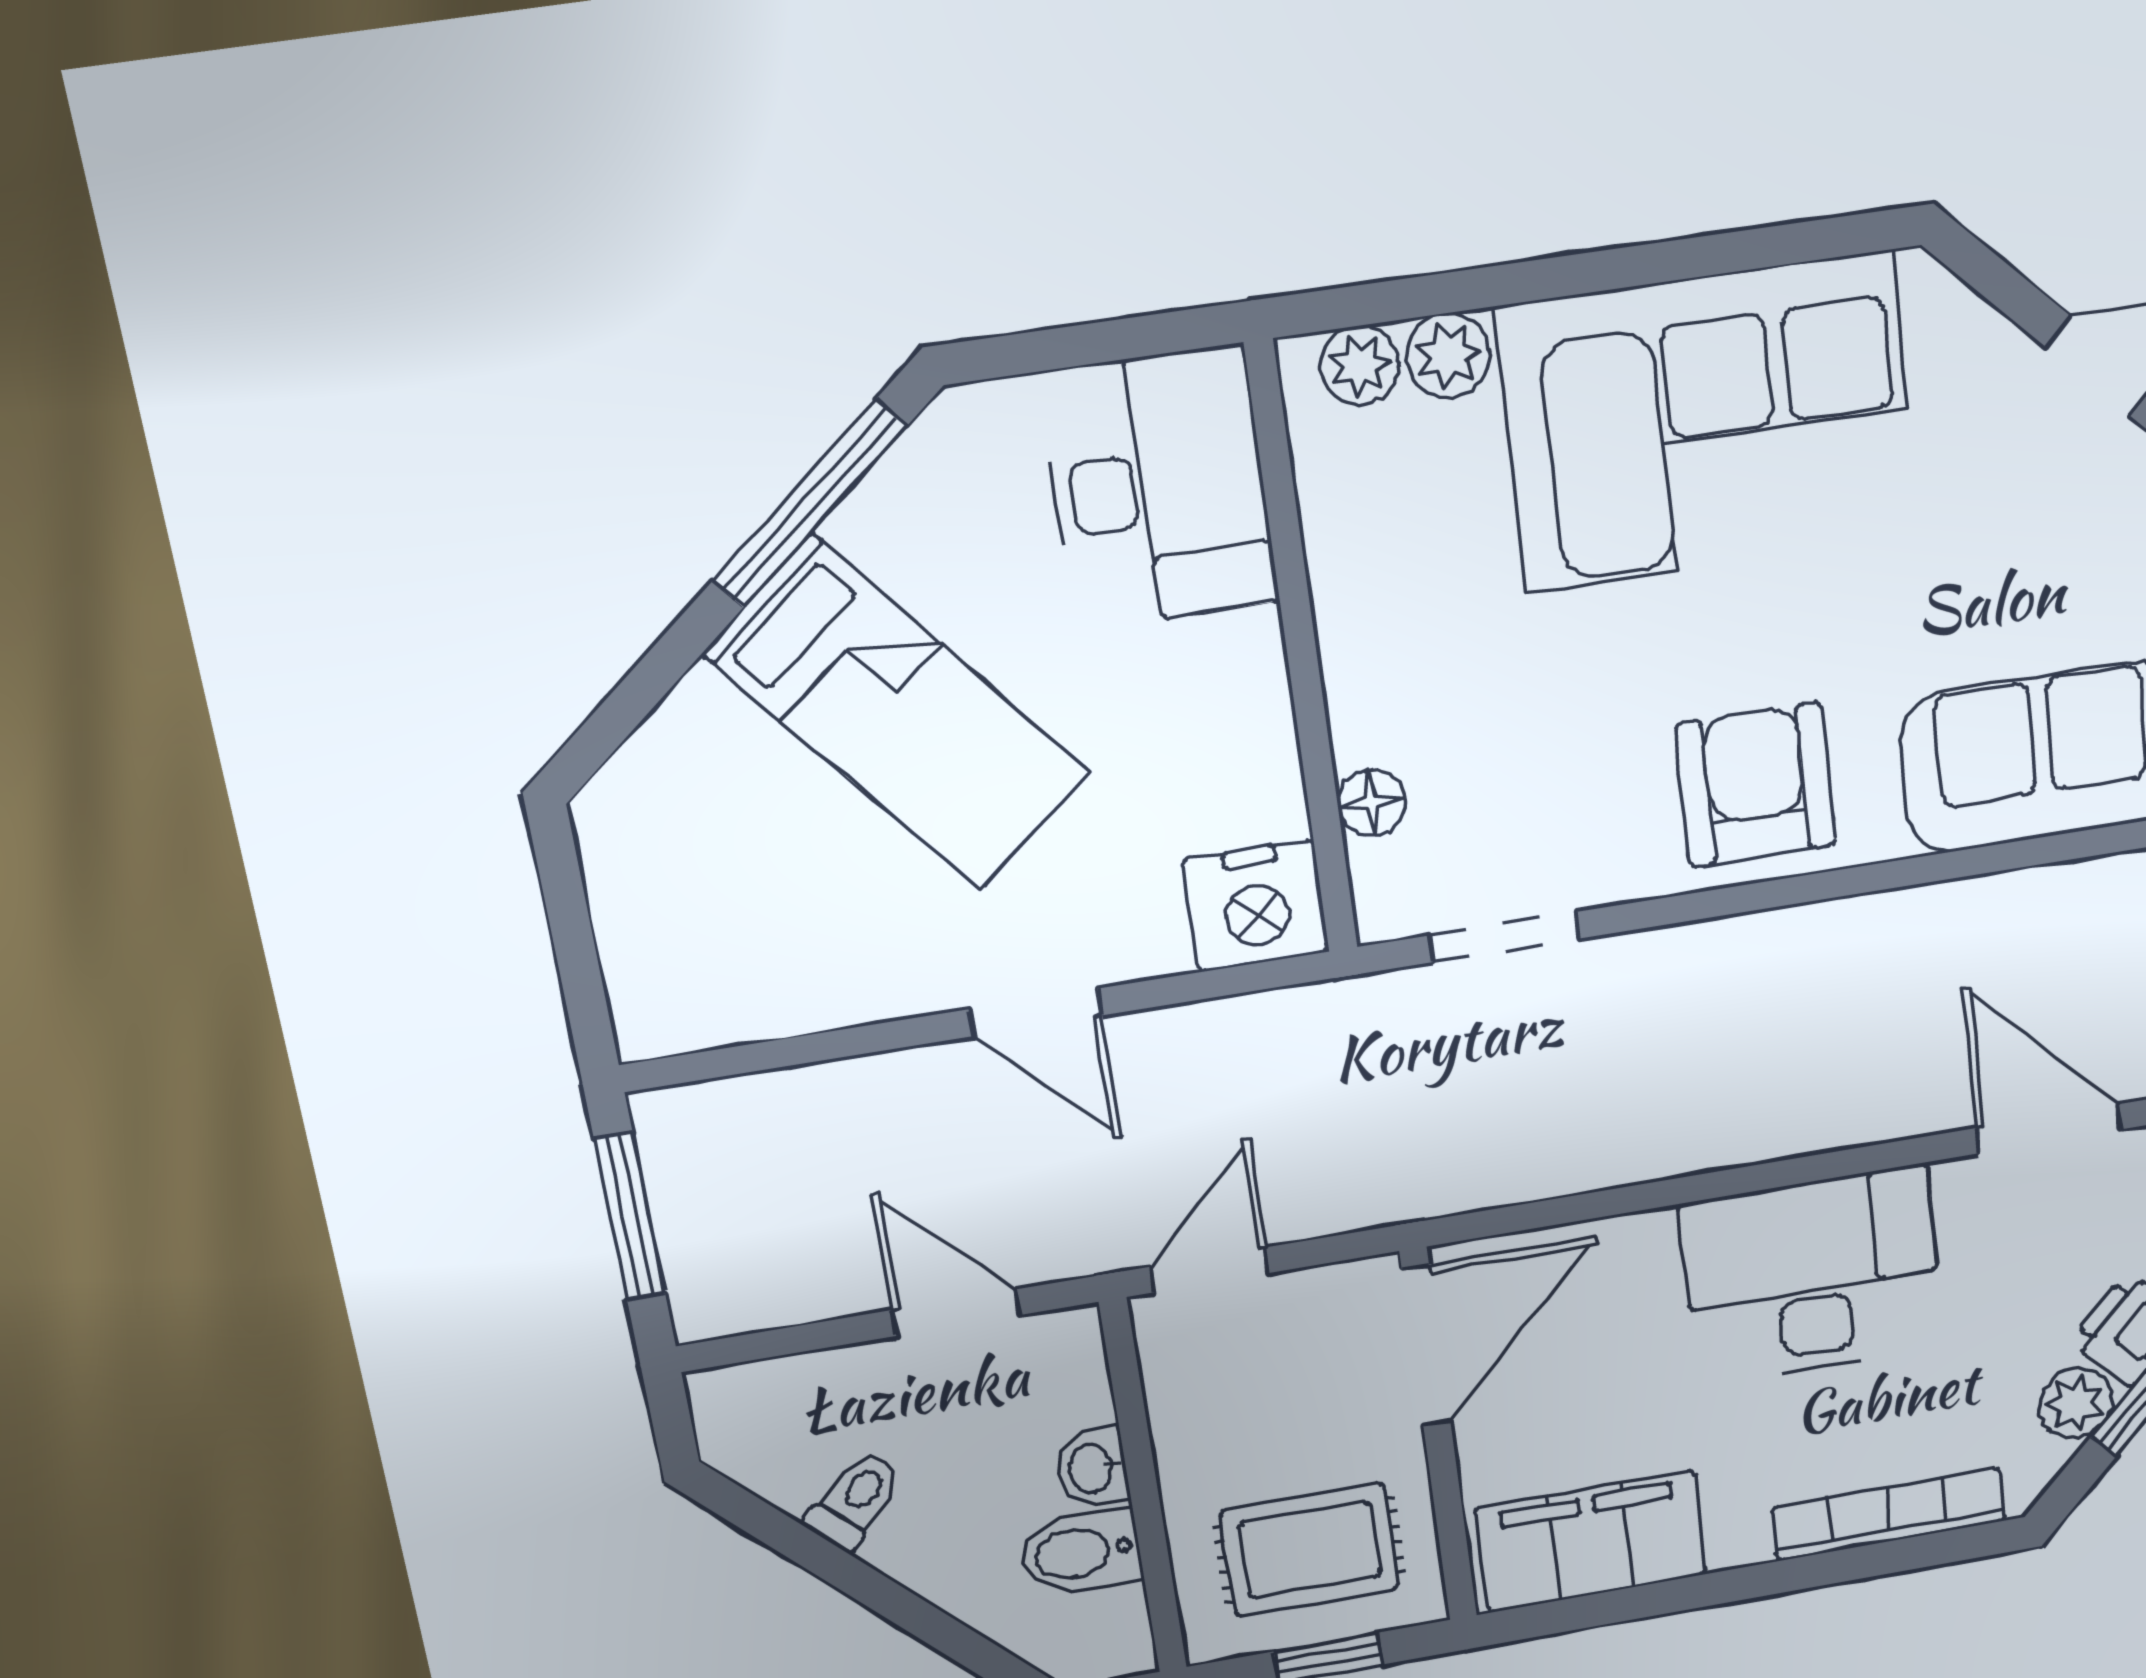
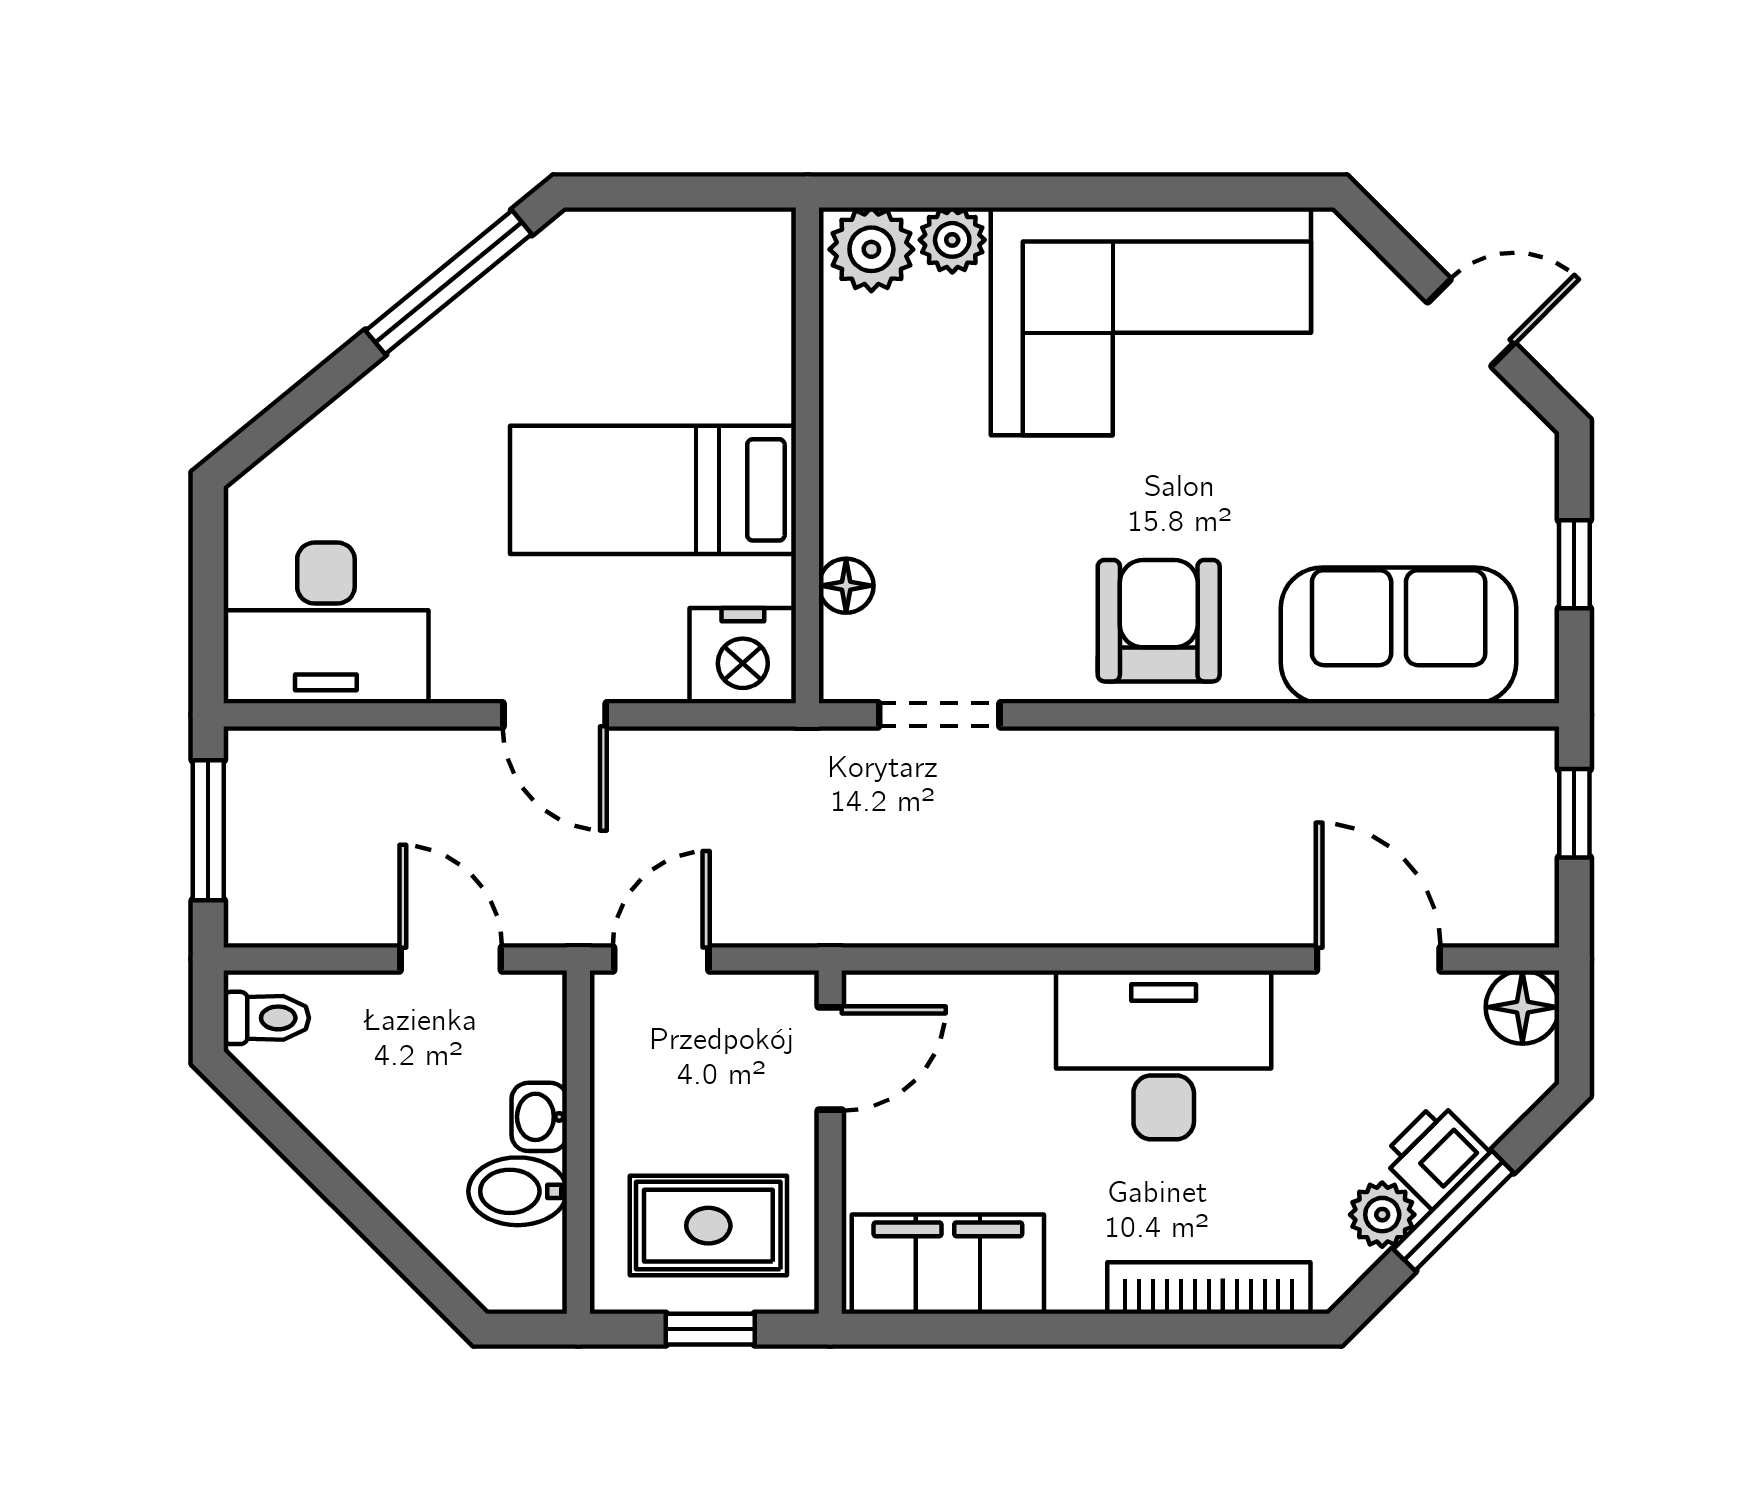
plant: (1360, 365) -> (871, 249), width x1.38, depth x1.38
desk: (1159, 488) -> (326, 623), moved, turned 90
bed: (897, 714) -> (653, 490), moved, turned 129
door: (1426, 1346) -> (830, 1059), width x0.73
toilet: (855, 1500) -> (266, 1018), moved, turned 45

